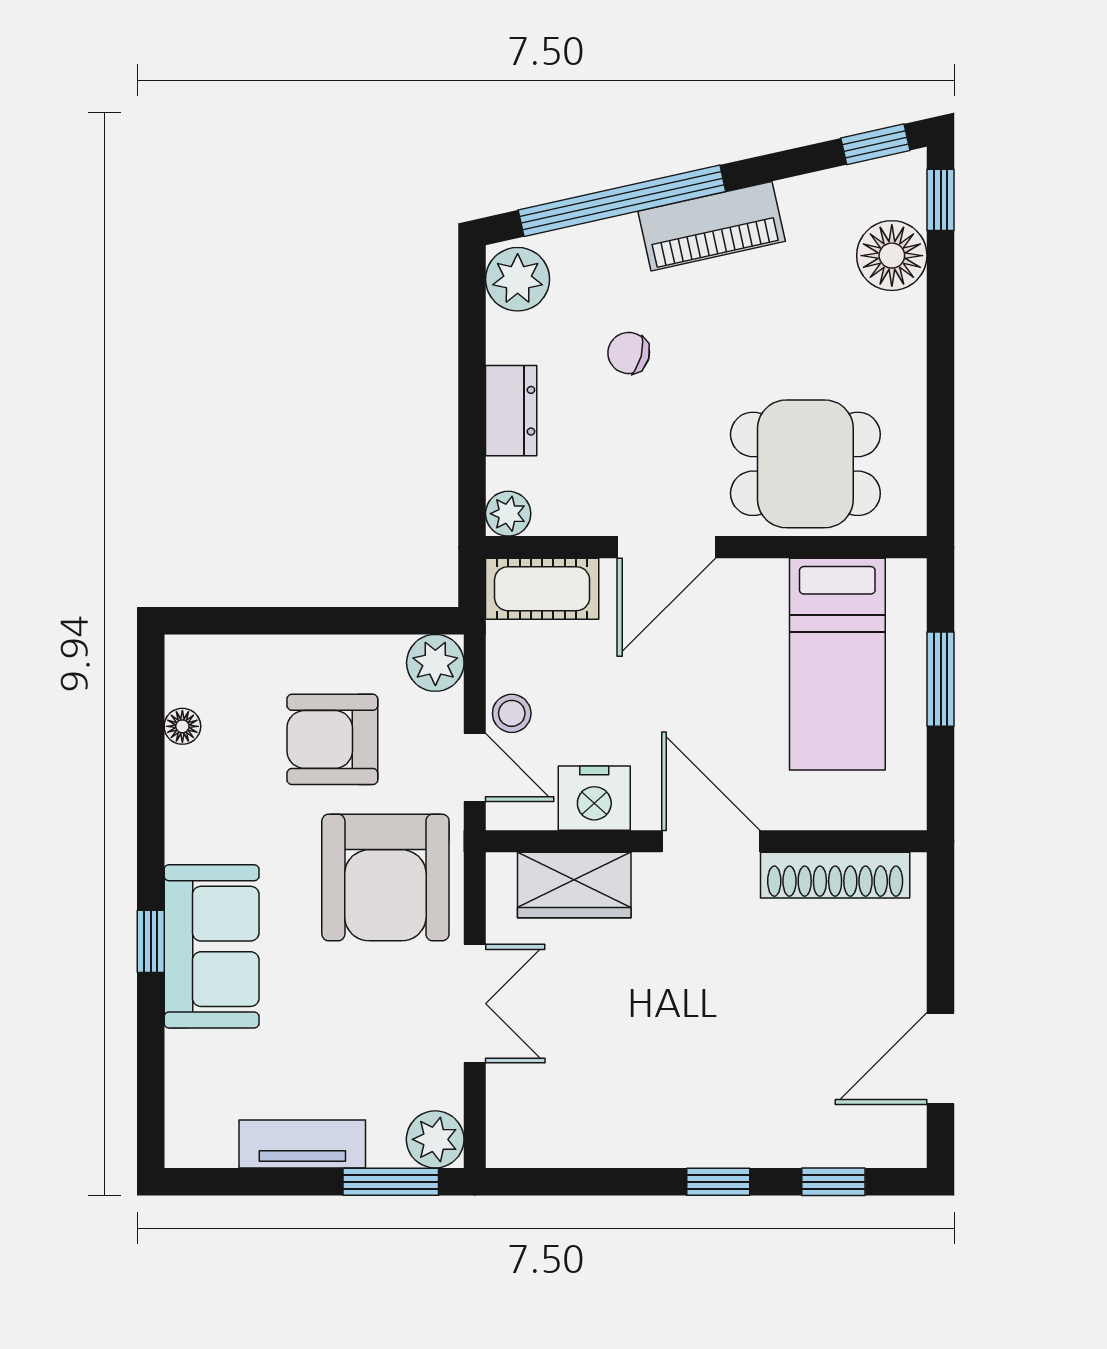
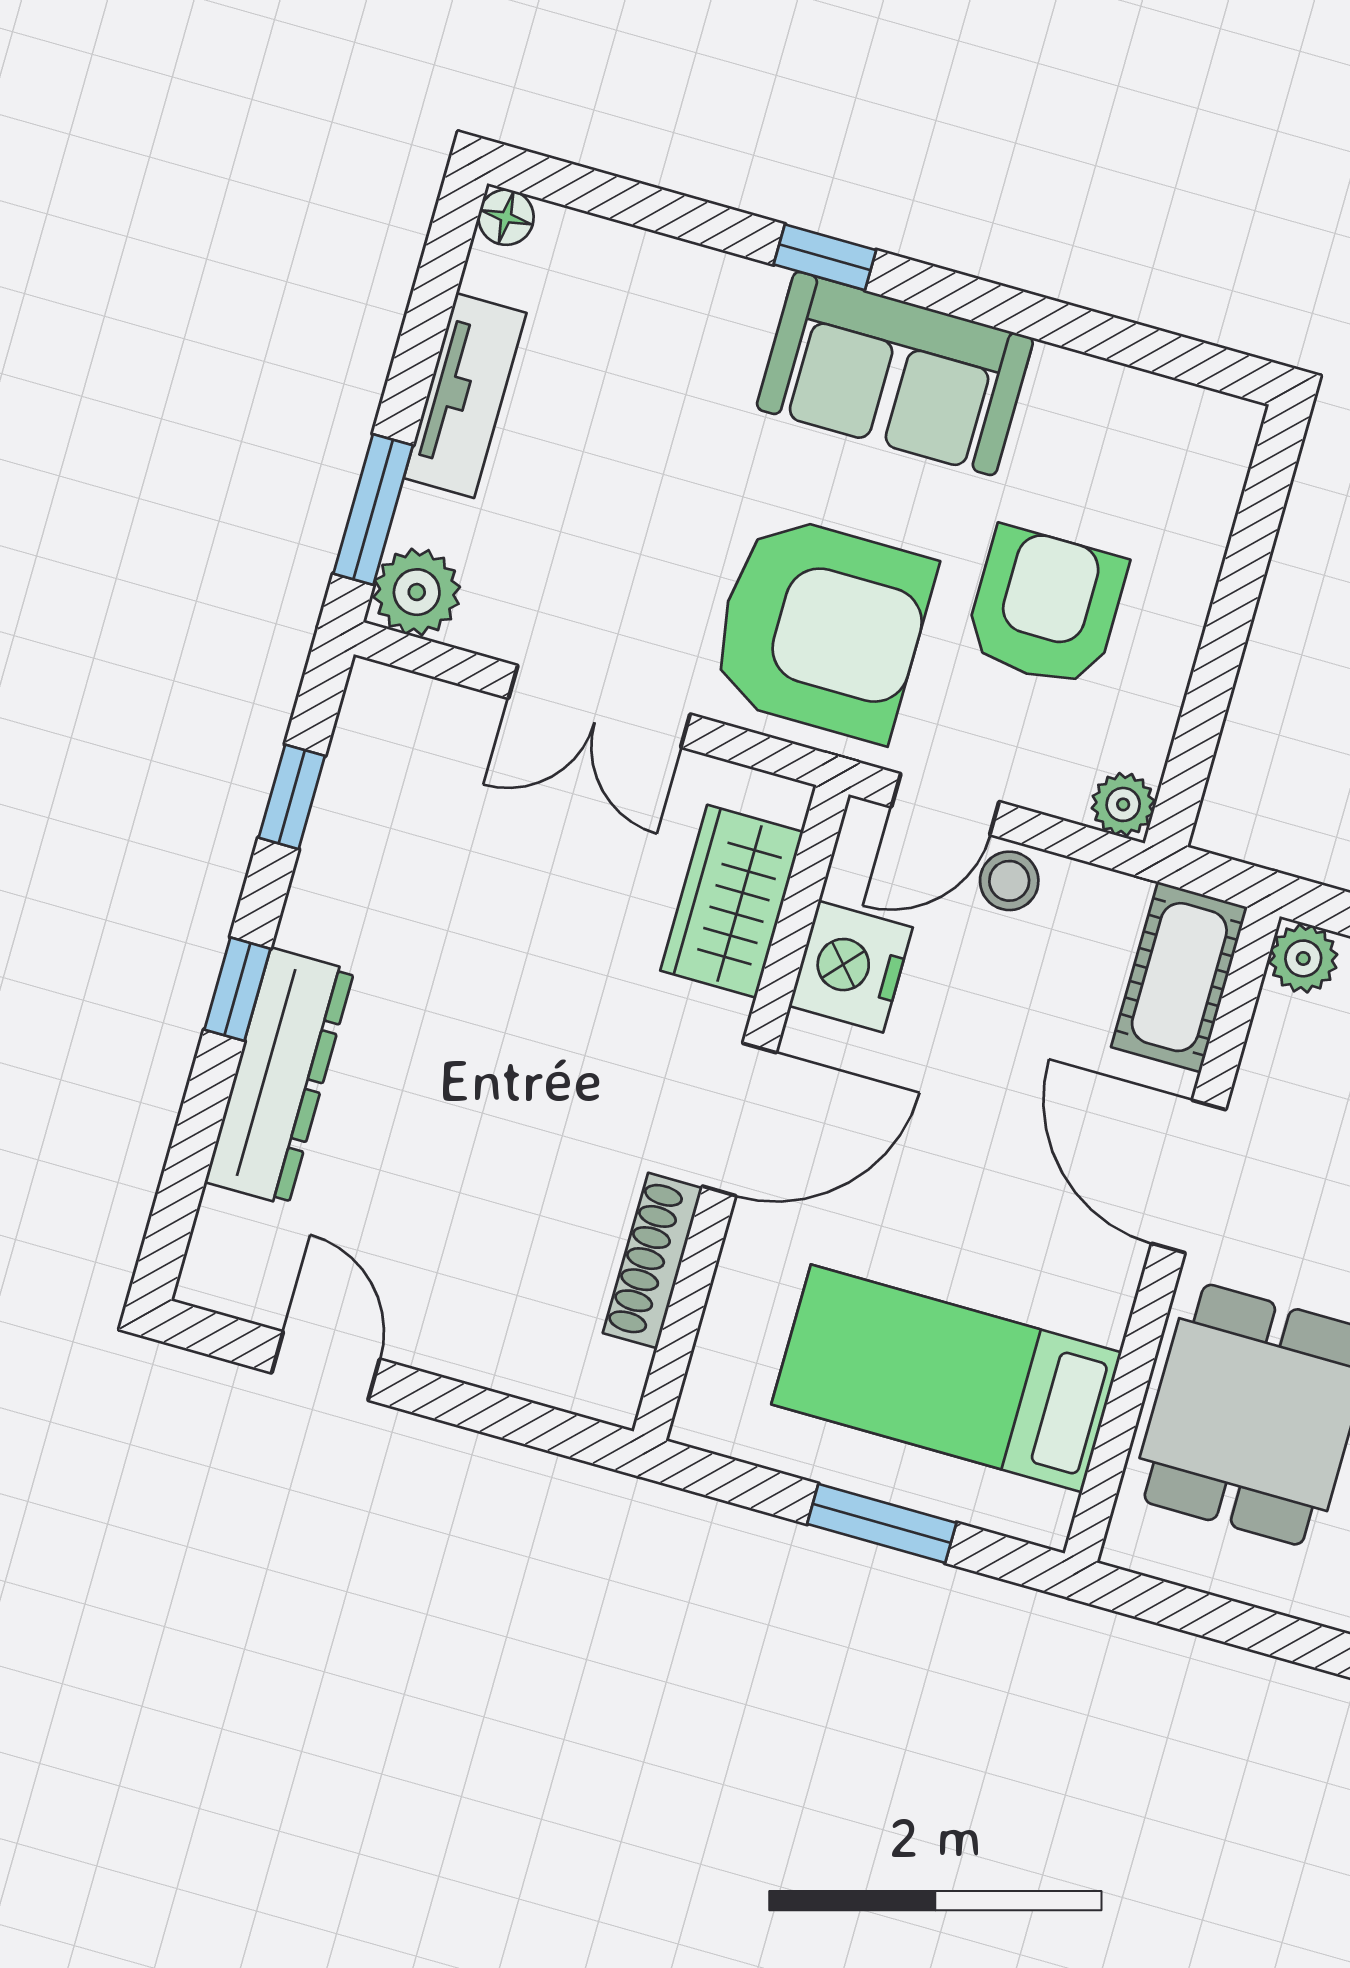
plant: (435, 663) -> (1123, 804), width x0.73, depth x0.73
floor lamp: (182, 726) -> (506, 217), moved
shoe rack: (835, 875) -> (653, 1261), width x0.74, depth x0.81
armchair: (385, 878) -> (821, 628), turned 180
sofa: (212, 946) -> (895, 373), moved
door: (941, 1059) -> (326, 1366), width x0.73
dresser: (766, 1140) -> (279, 1076), added
window: (833, 1182) -> (292, 797), moved

